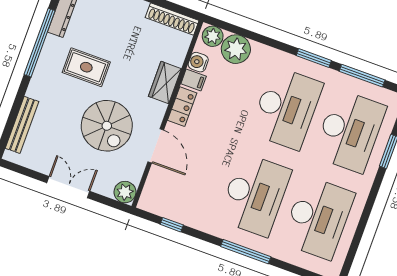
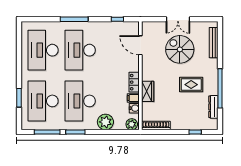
plant: (236, 49) -> (105, 122), moved
spiral stairs: (107, 126) -> (180, 49), moved
door: (156, 146) -> (140, 45), moved
plant: (125, 192) -> (148, 27), removed

